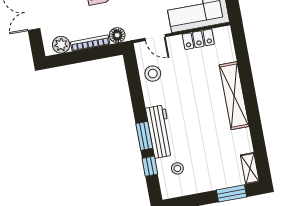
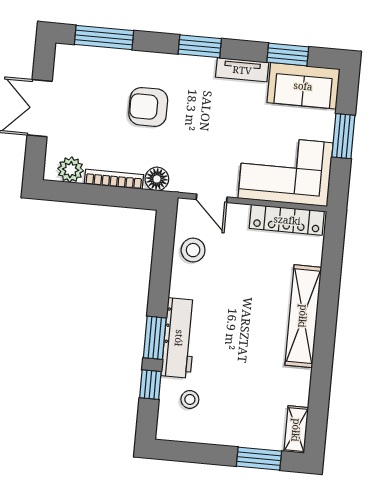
locker: (198, 39) -> (287, 220), width x1.53

